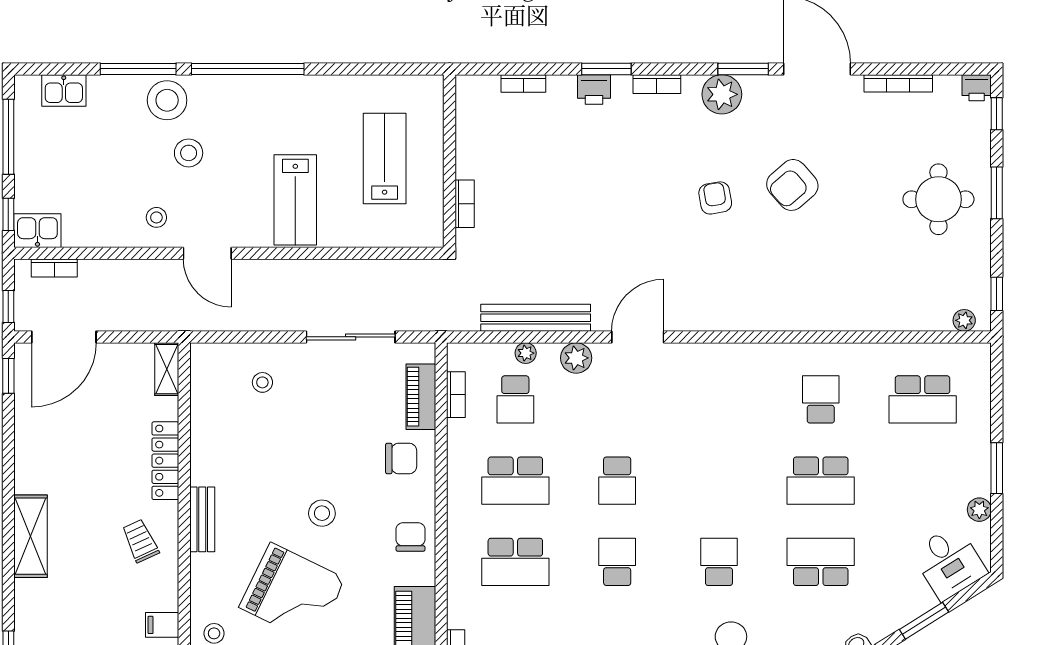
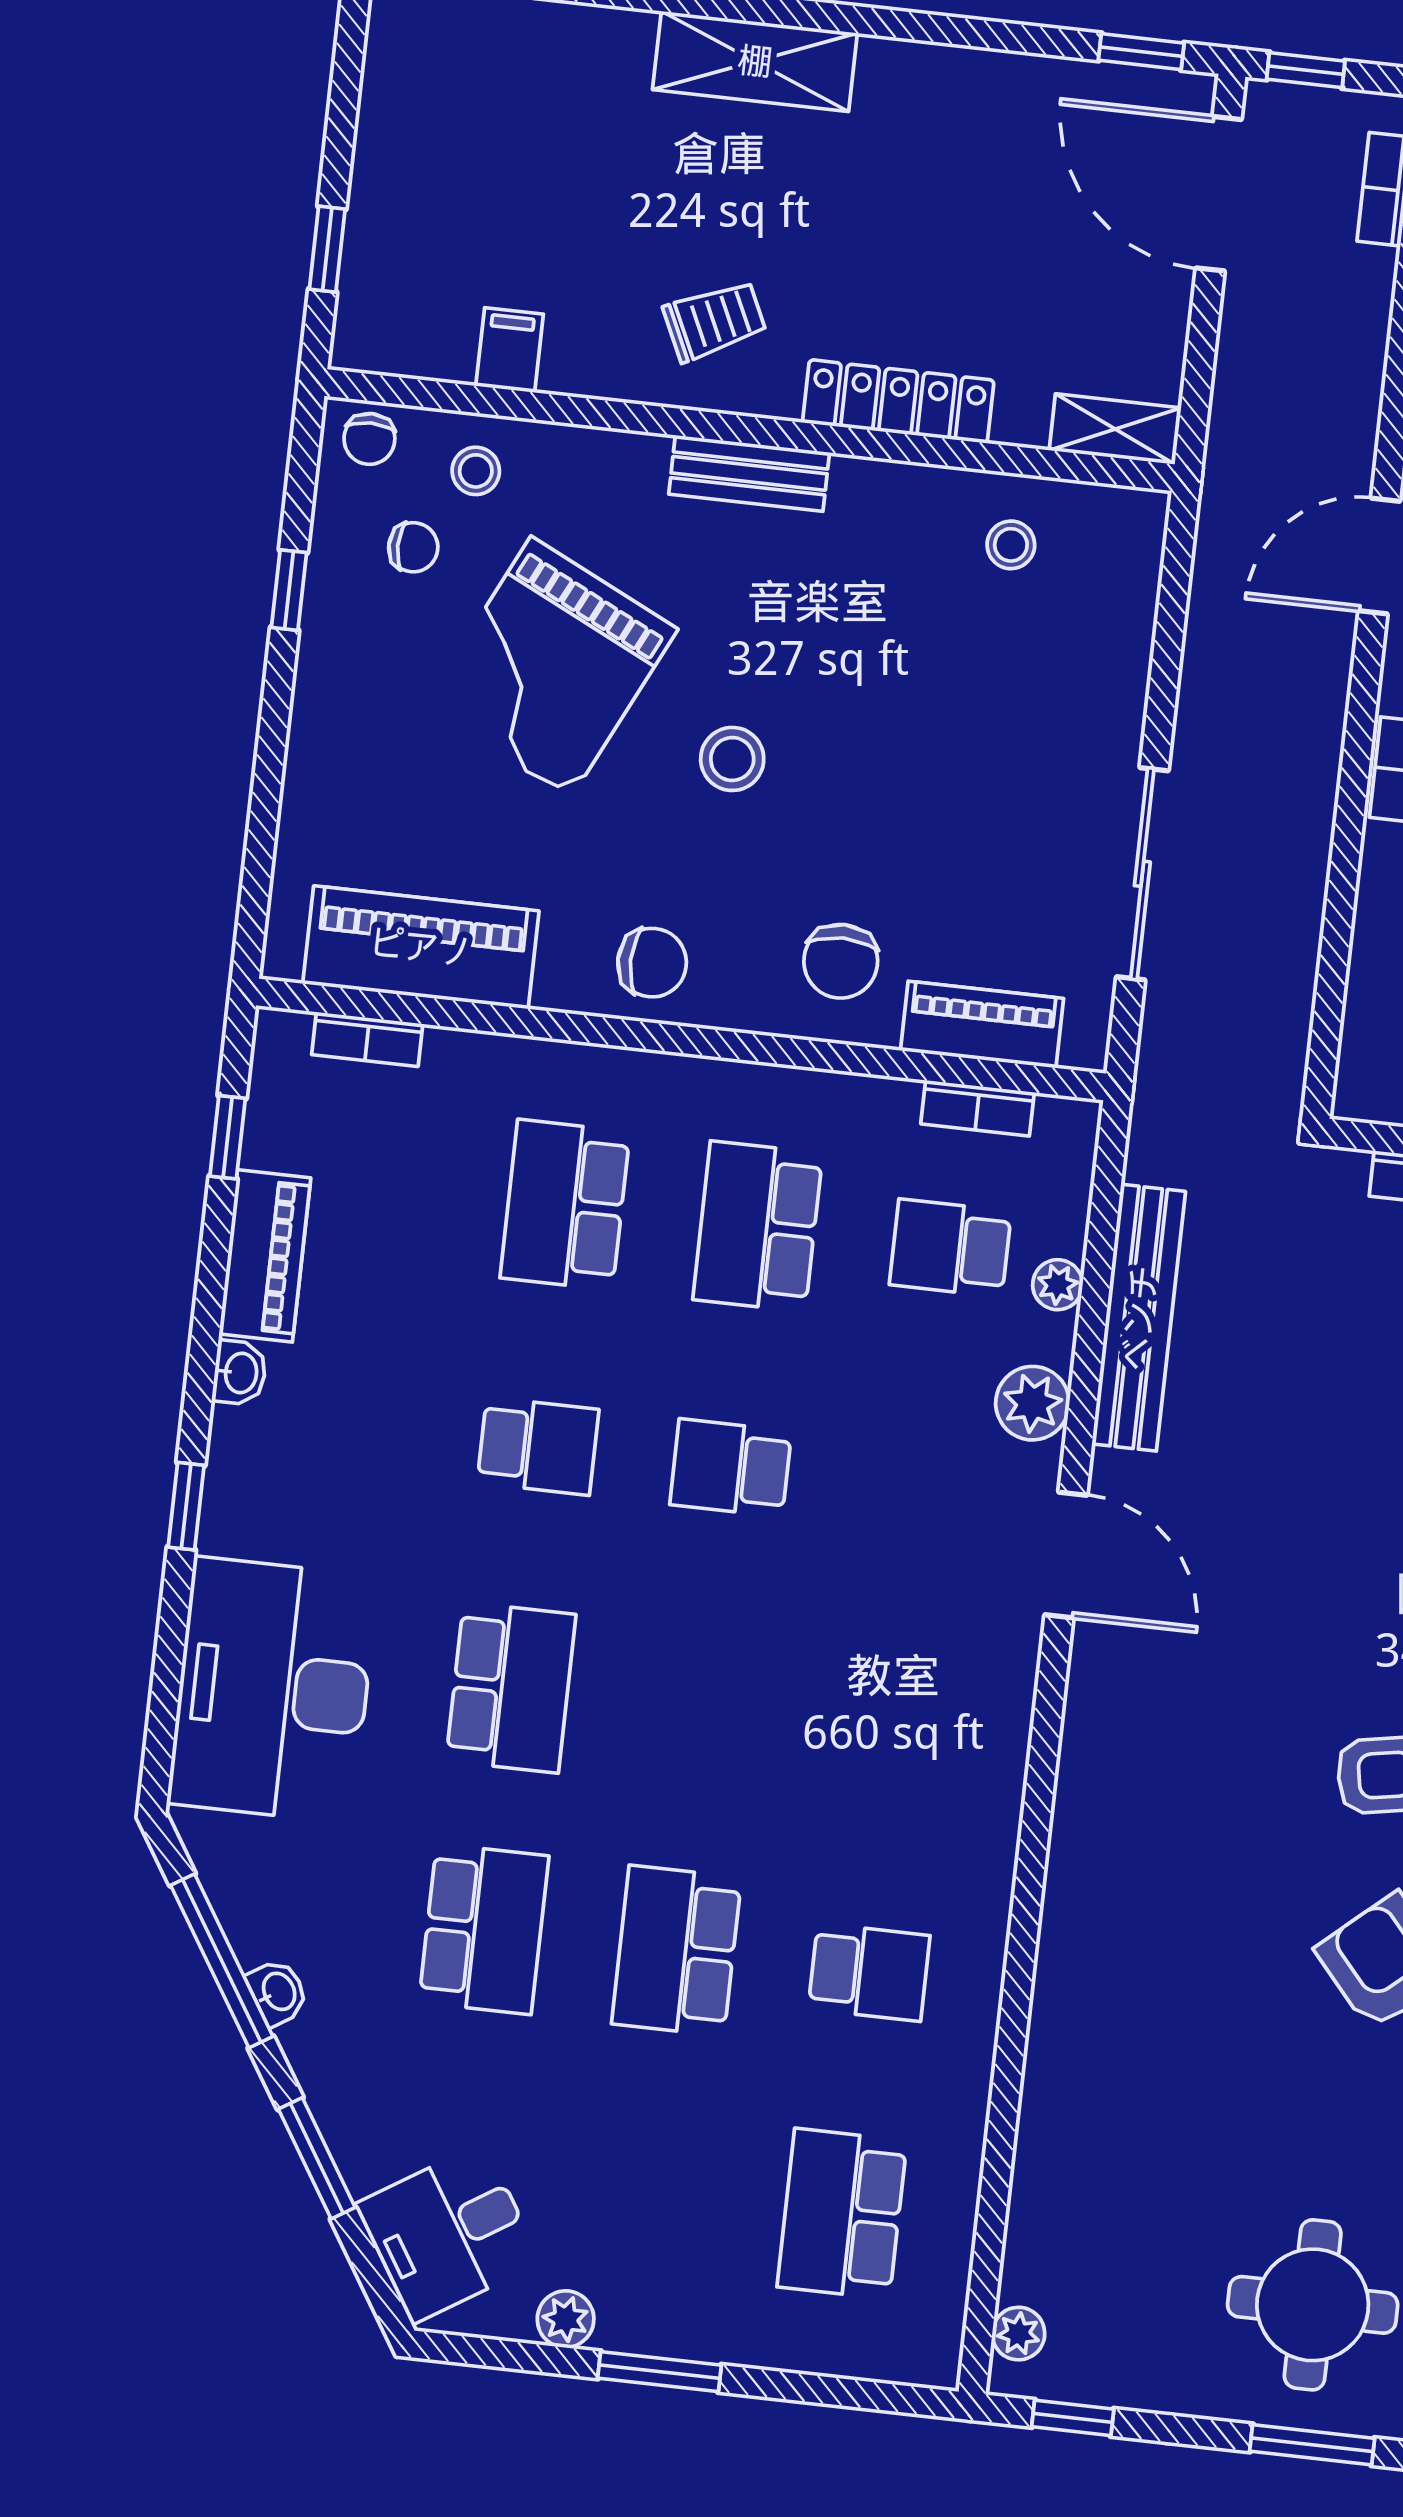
stool: (262, 382) -> (1011, 545), moved
school desk: (719, 562) -> (511, 1688), width x1.85

